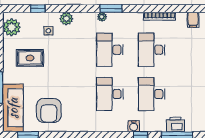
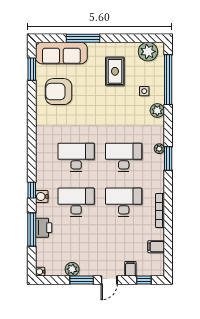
window: (38, 9) -> (168, 80), width x3.17
water cooler: (134, 126) -> (42, 196), moved

